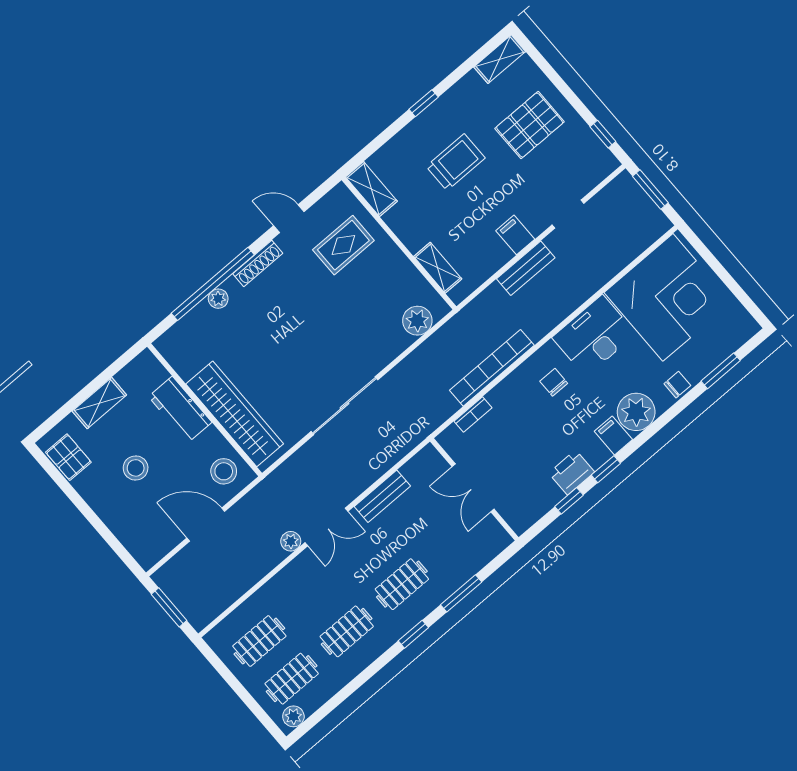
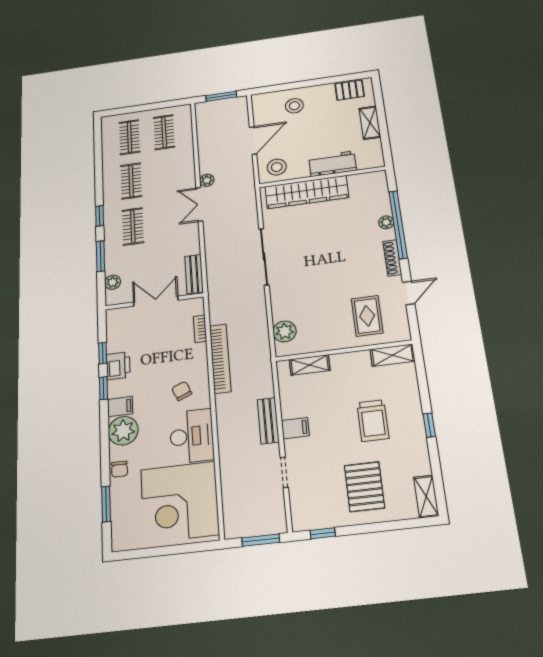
chair: (554, 382) -> (182, 391), turned -113
stool: (136, 468) -> (294, 106), moved
bench: (382, 496) -> (194, 274), moved
plant: (293, 716) -> (113, 282), moved

